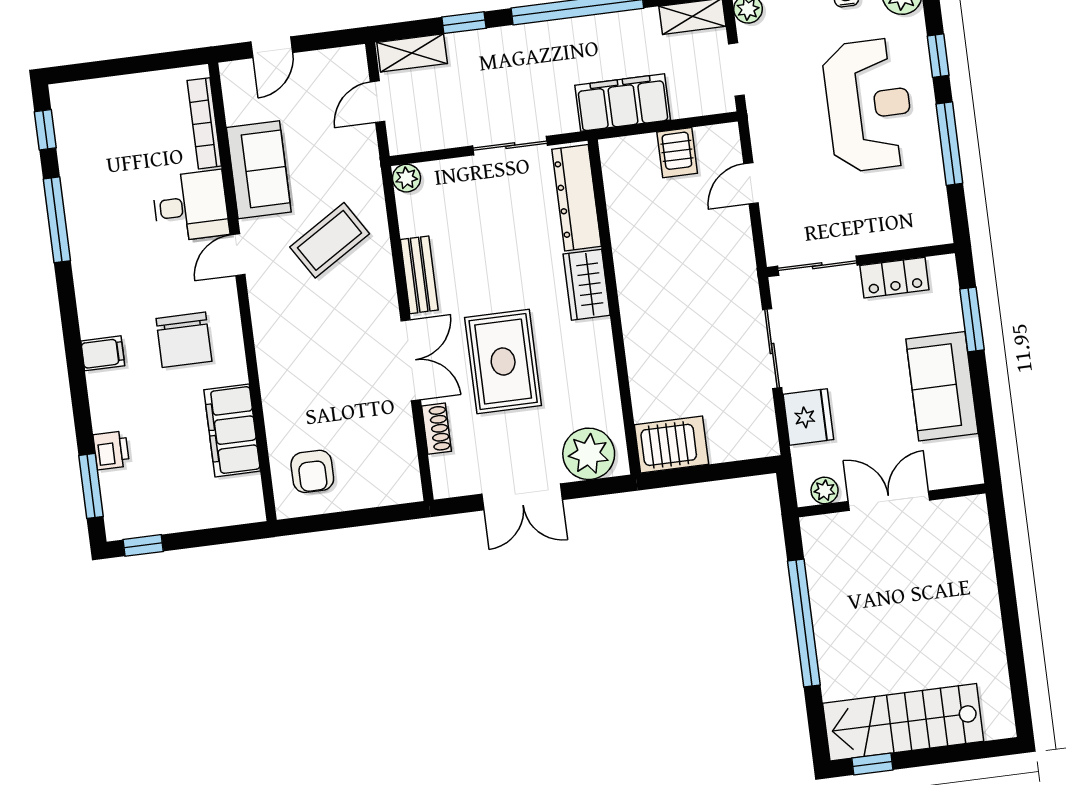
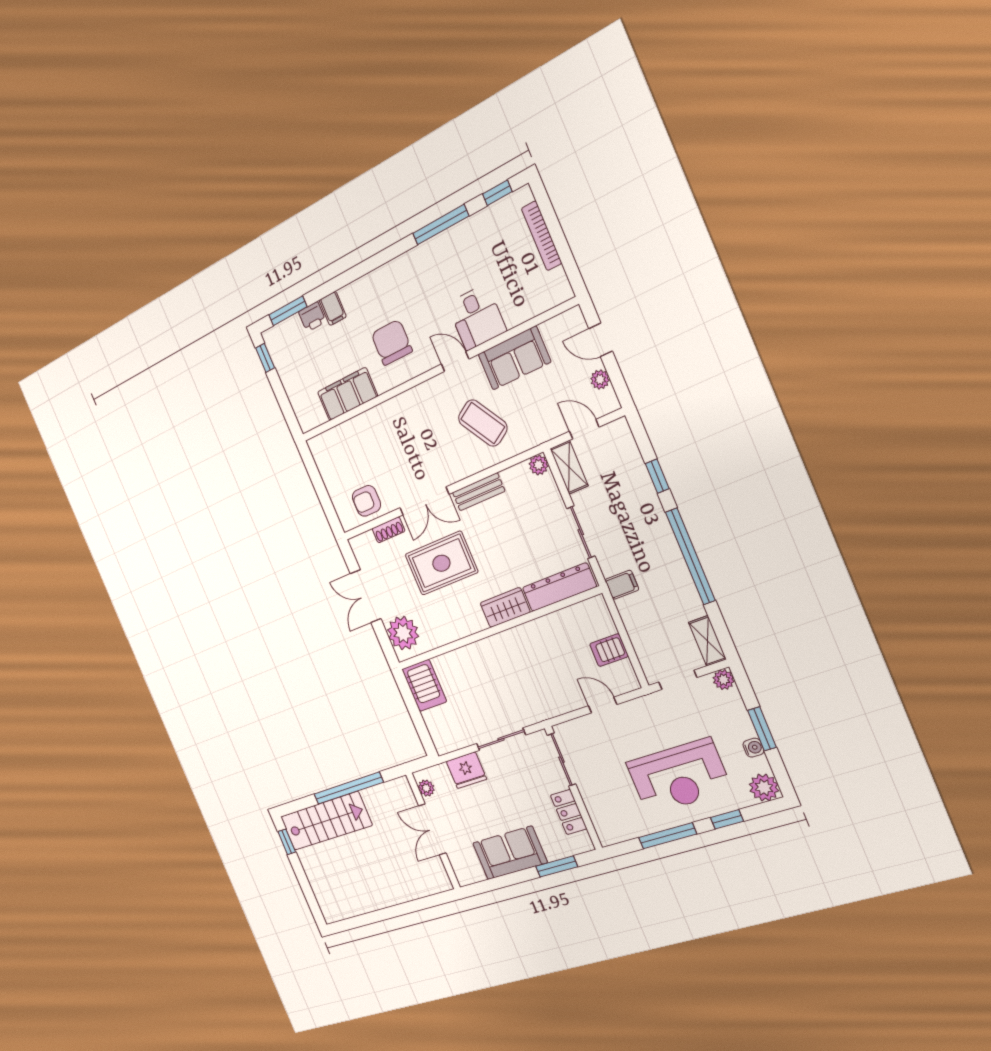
shelving: (412, 53) -> (569, 467), moved
plant: (321, 63) -> (600, 380), added
filing cabinet: (623, 103) -> (622, 585), width x0.33, depth x0.86
bookcase: (204, 123) -> (542, 236), moved, turned -90
chair: (184, 340) -> (392, 342), turned 90
filing cabinet: (103, 353) -> (333, 308), moved
armchair: (312, 471) -> (366, 501), moved
double door: (889, 501) -> (432, 829), swing flipped
stairs: (903, 722) -> (326, 821), moved, turned 90

